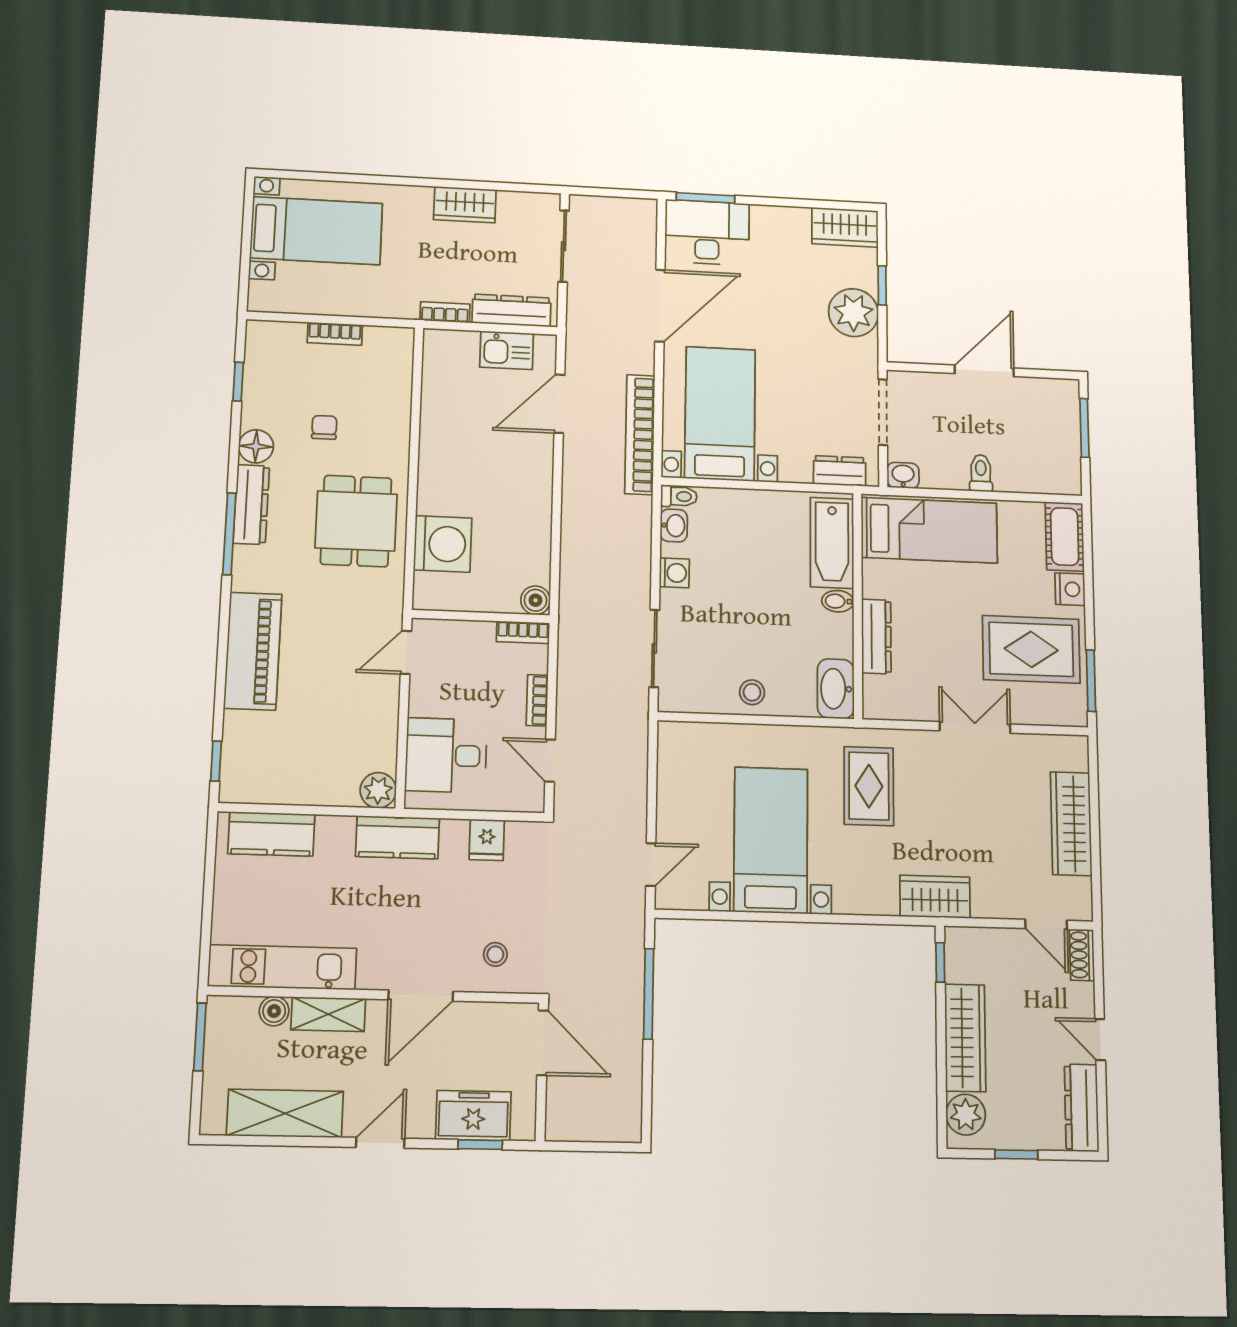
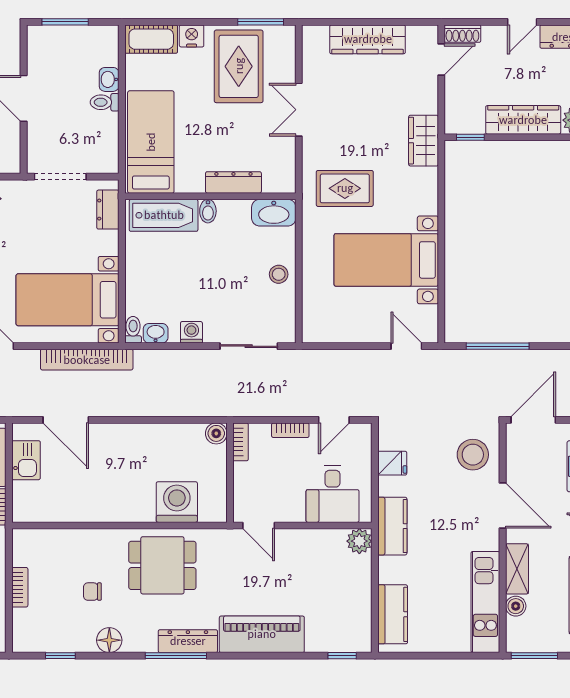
washbasin: (903, 475) -> (109, 79), moved
dresser: (251, 505) -> (188, 641), moved
stool: (495, 954) -> (473, 455), width x1.89, depth x1.89

